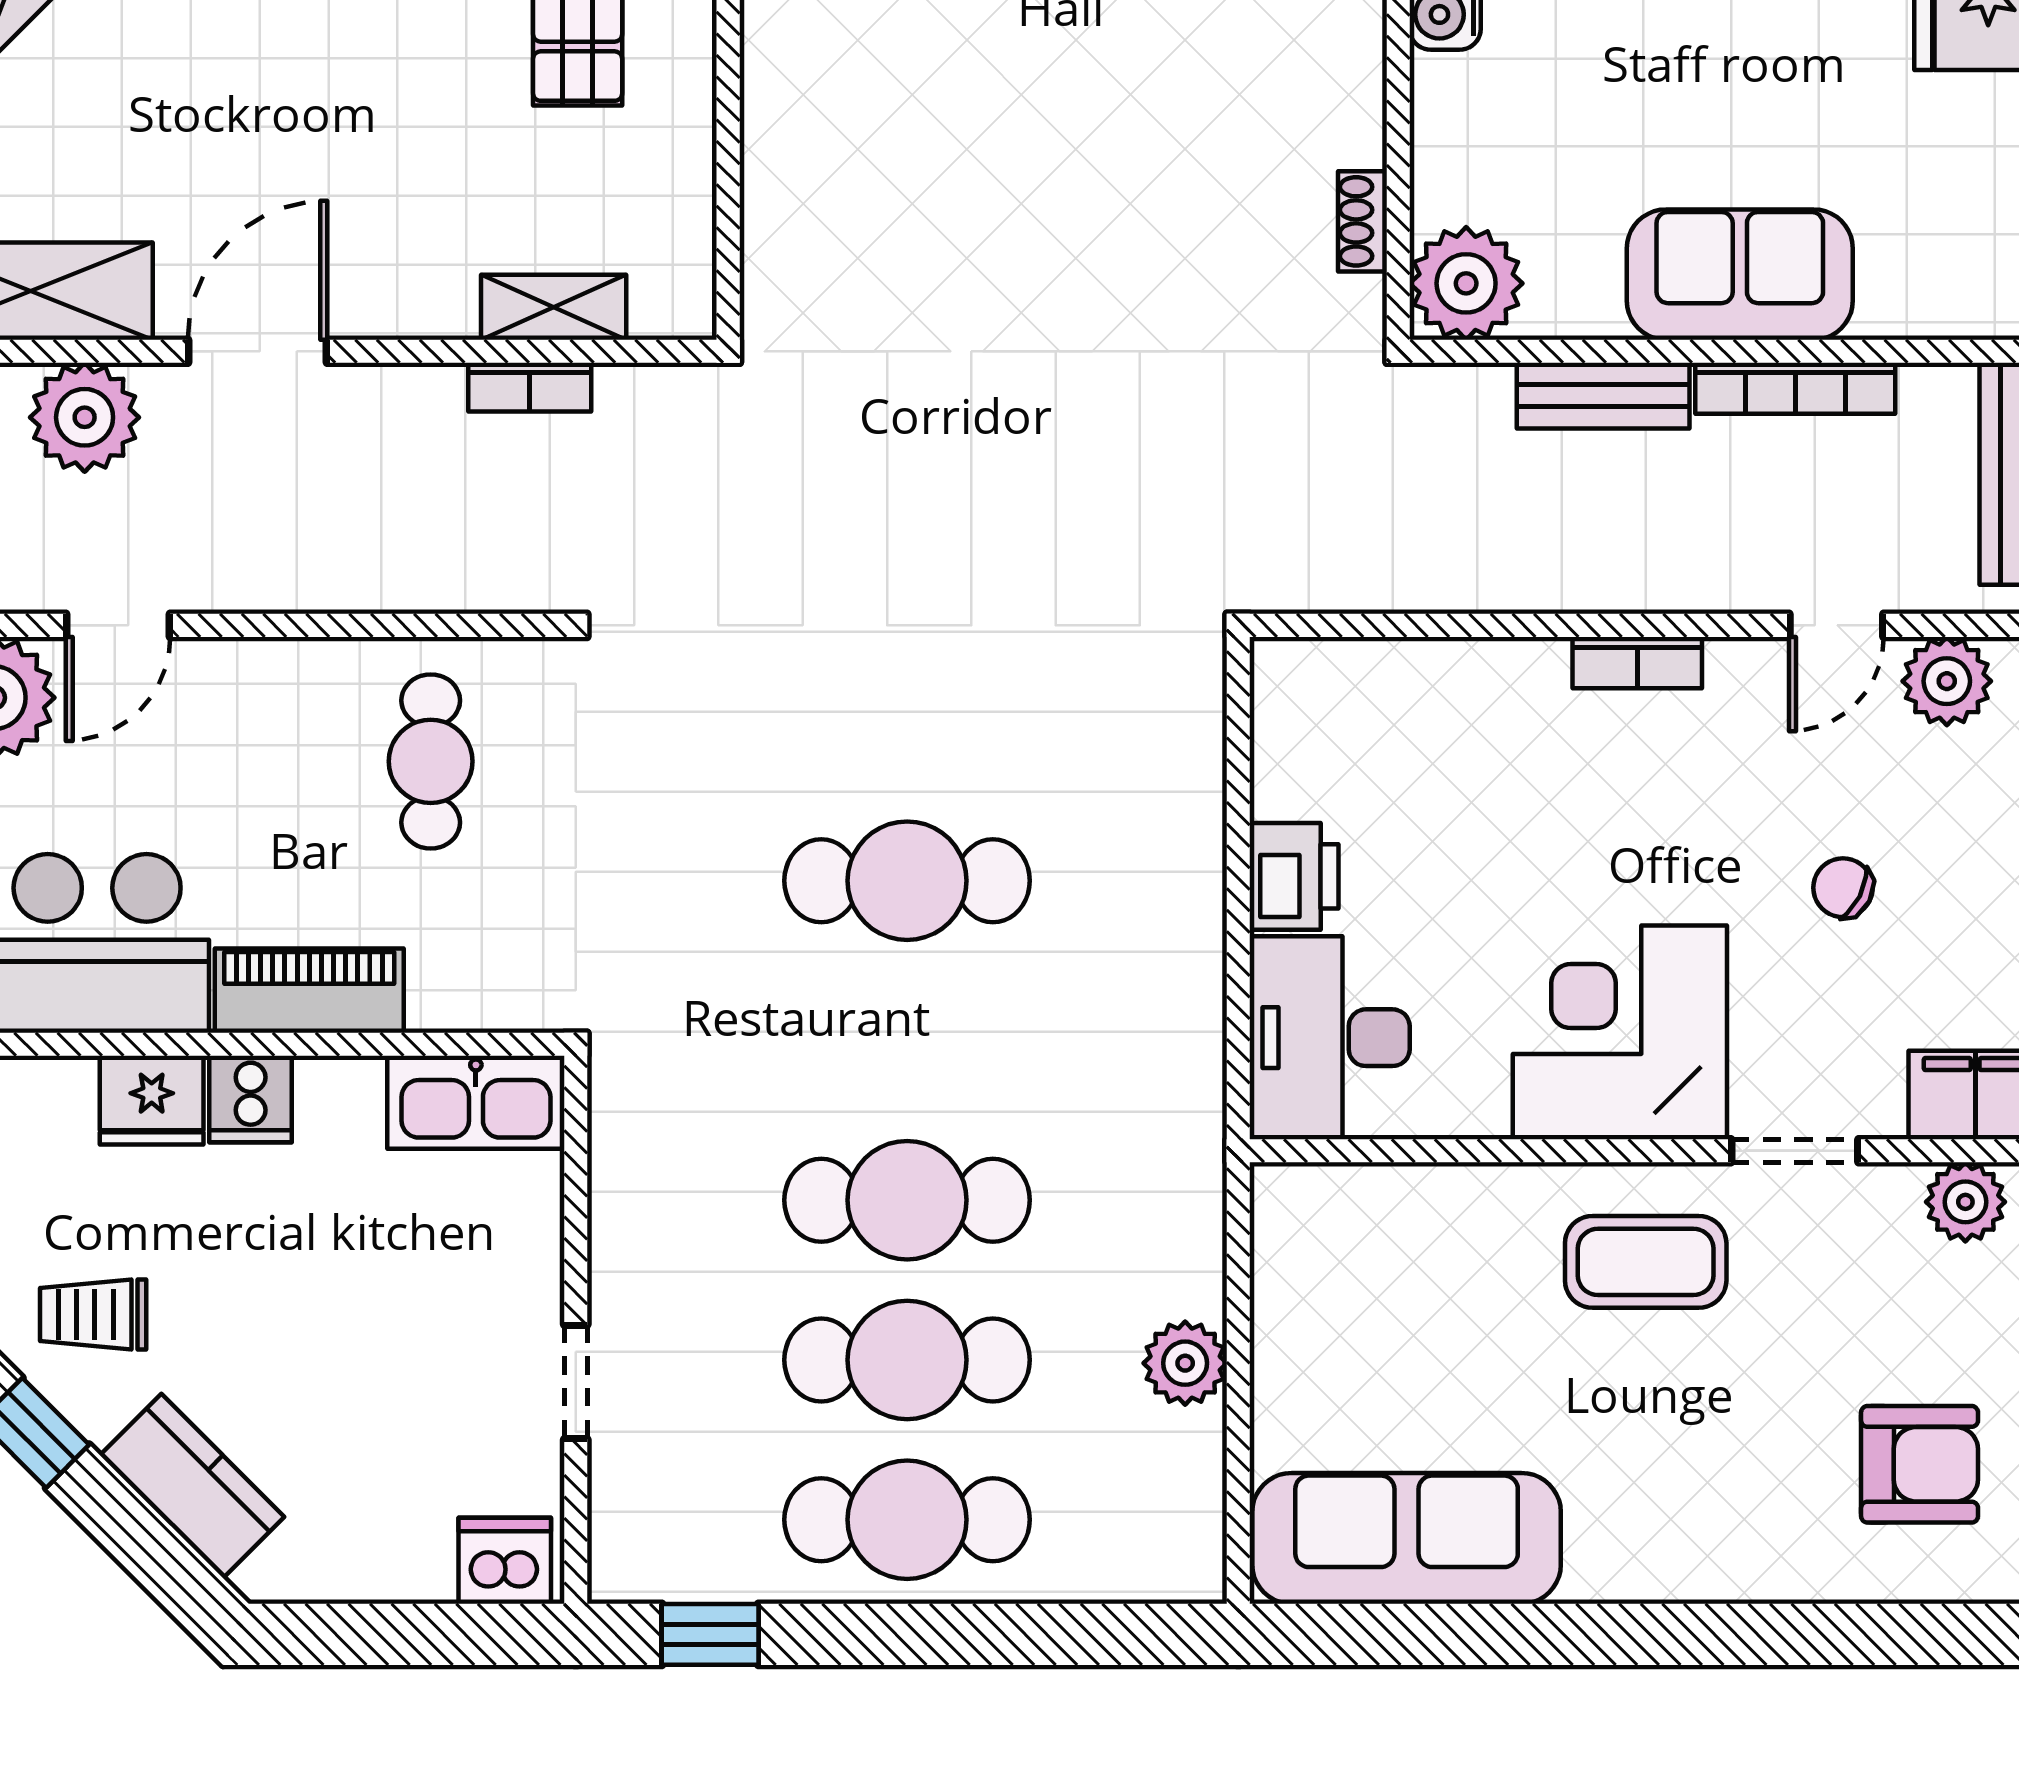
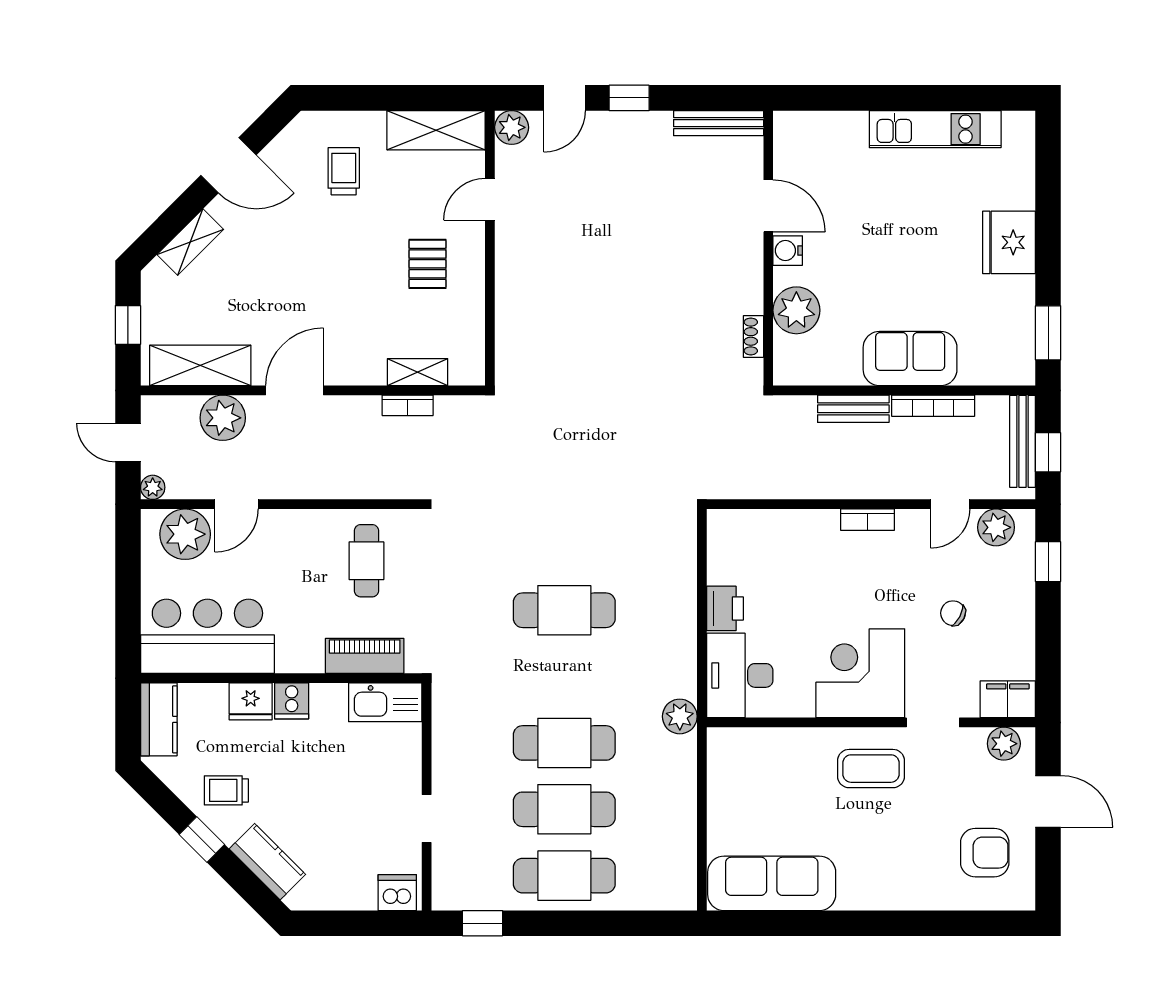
plant: (1466, 283) -> (796, 310), moved
piano: (309, 991) -> (365, 656), moved
plant: (1185, 1363) -> (680, 716), moved

